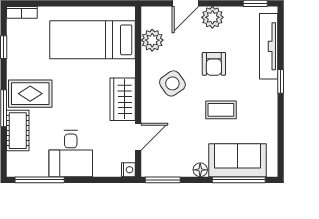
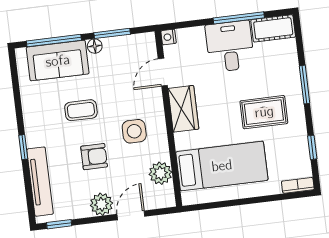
armchair: (214, 64) -> (94, 157), turned 90
side table: (172, 83) -> (134, 131), turned 35
rug: (30, 94) -> (264, 112), moved
cot: (18, 131) -> (273, 28), moved, turned 90
window: (40, 180) -> (239, 18), moved
window: (163, 180) -> (112, 33), moved

